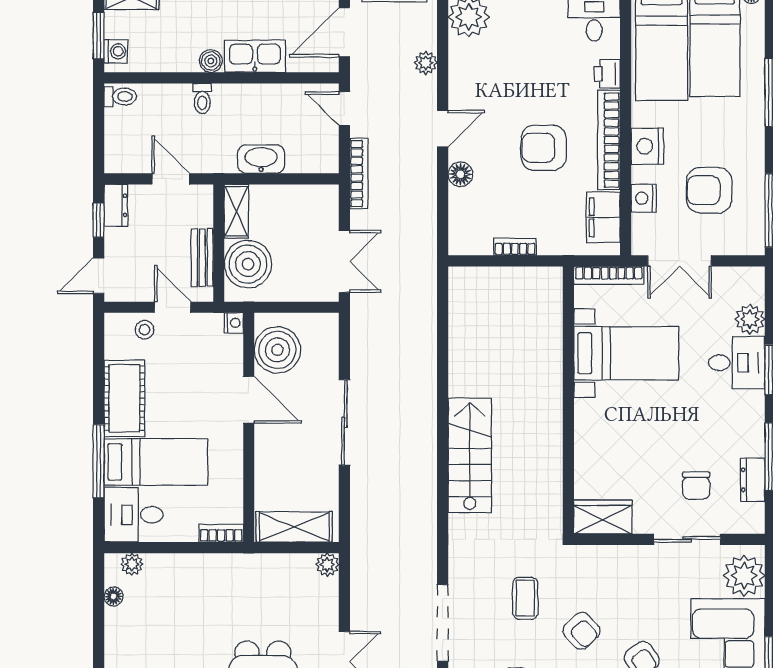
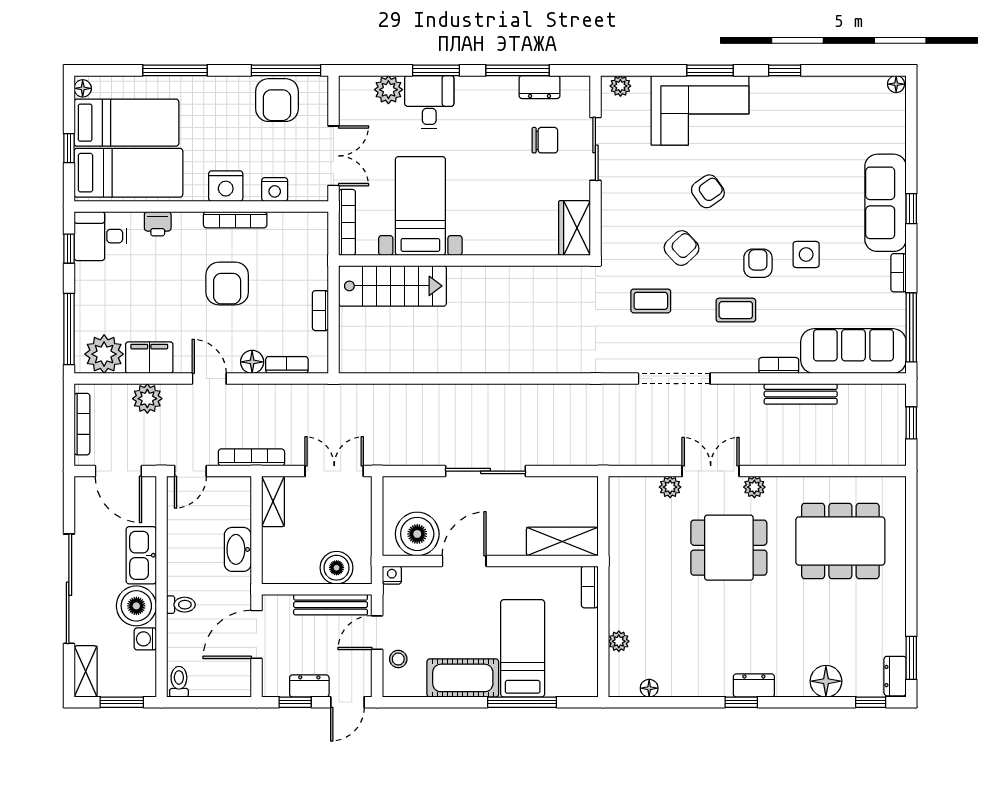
washing machine: (116, 51) -> (145, 639), moved, turned -90
boiler: (211, 61) -> (136, 606), width x1.86, depth x1.86
plant: (426, 63) -> (147, 399), width x1.38, depth x1.38
bookcase: (609, 140) -> (235, 220), width x0.68, depth x0.76
door: (171, 179) -> (256, 634), width x1.38
armchair: (709, 190) -> (277, 100), moved
dresser: (116, 205) -> (309, 686), moved
shelving: (236, 211) -> (273, 501), moved, turned 90
bookcase: (457, 211) -> (287, 365), added
filing cabinet: (603, 217) -> (149, 358), moved, turned 180
bench: (202, 258) -> (331, 605), width x1.36
boiler: (248, 264) -> (337, 568), width x0.73, depth x0.73
door: (99, 276) -> (347, 702), hinge flipped
stairs: (470, 455) -> (392, 286), moved, turned 180
desk: (134, 515) -> (572, 669), removed
shelving: (294, 527) -> (562, 541), moved, turned 90
plant: (132, 564) -> (619, 641), moved
plant: (327, 565) -> (670, 487), moved
plant: (744, 576) -> (620, 86), width x0.53, depth x0.53

